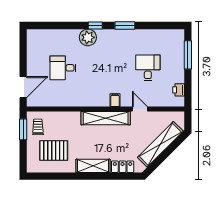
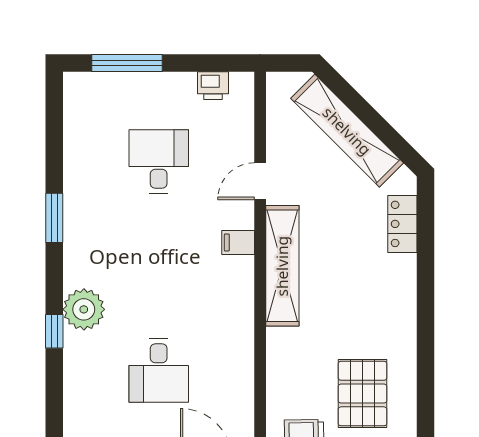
window: (95, 25) -> (54, 331), moved
desk: (148, 68) -> (159, 162), turned 90
shelving: (93, 166) -> (400, 297), removed

